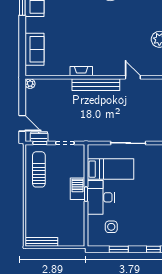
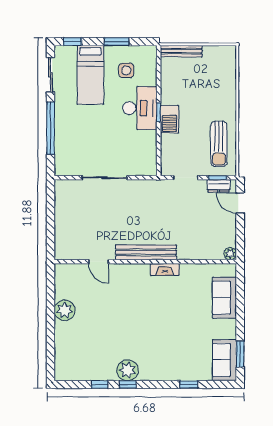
bed: (111, 169) -> (90, 75), moved, turned -90
bench: (41, 242) -> (181, 51), moved

